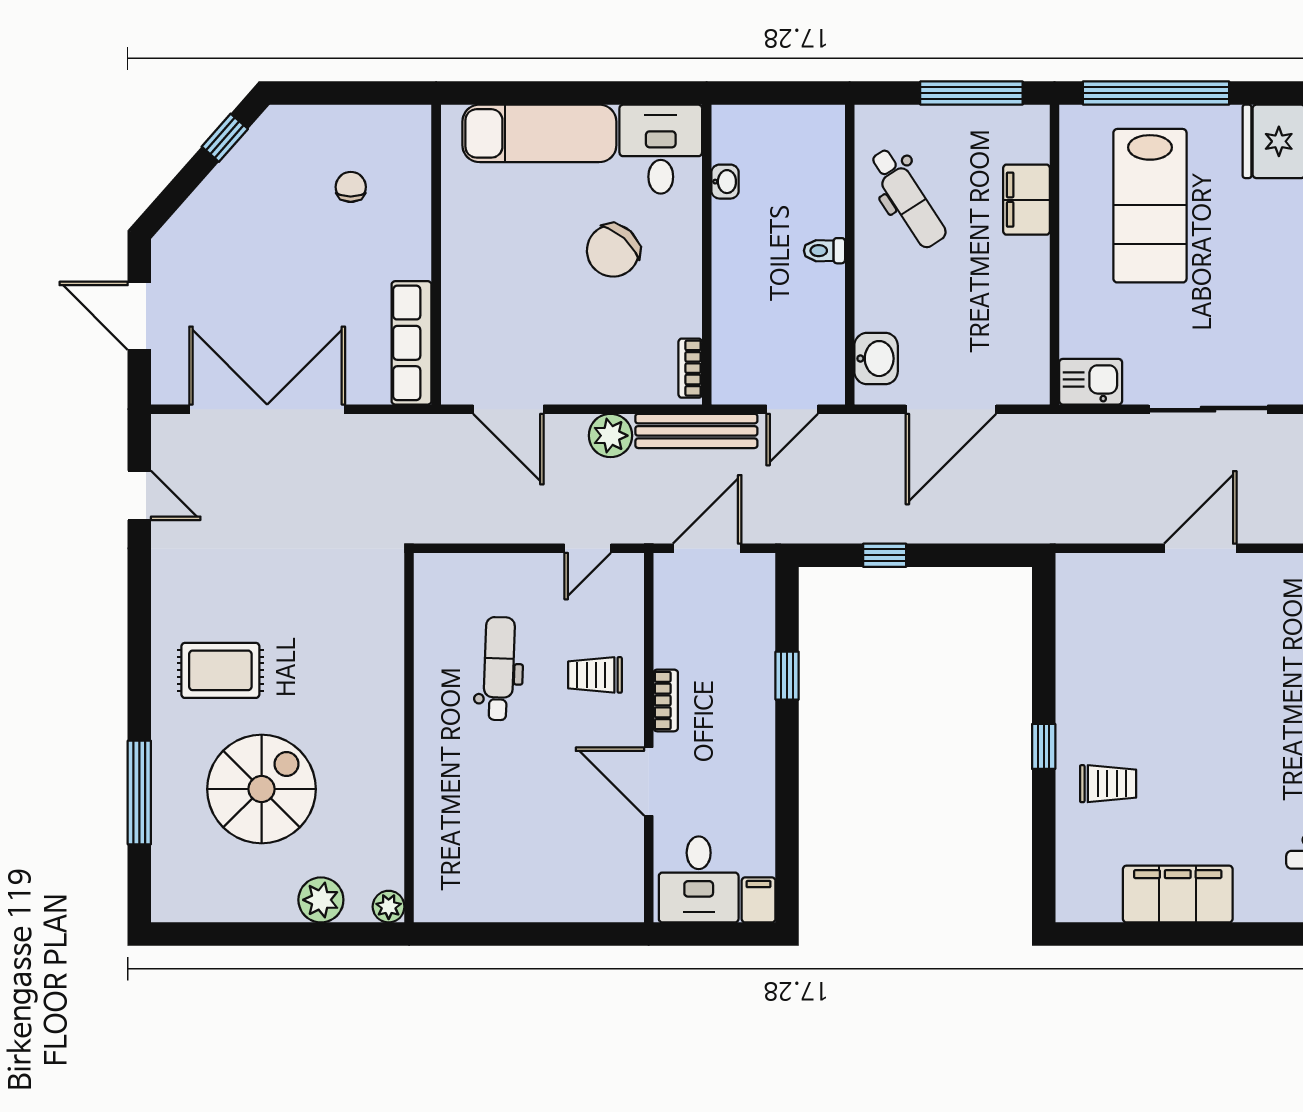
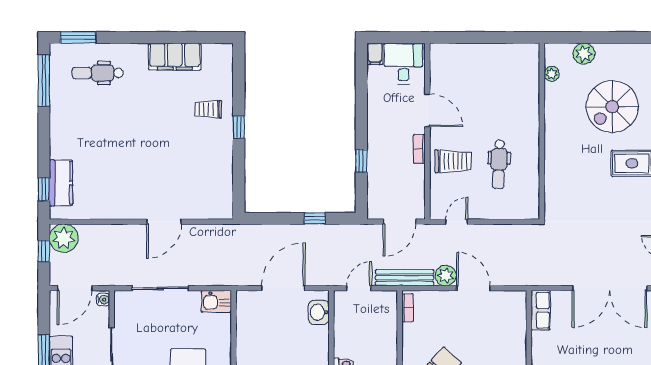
row of seats: (412, 343) -> (541, 310), width x0.68
door: (508, 409) -> (473, 288), moved
trolley: (595, 675) -> (453, 161), width x1.36, depth x1.39
plant: (389, 907) -> (552, 74), moved

